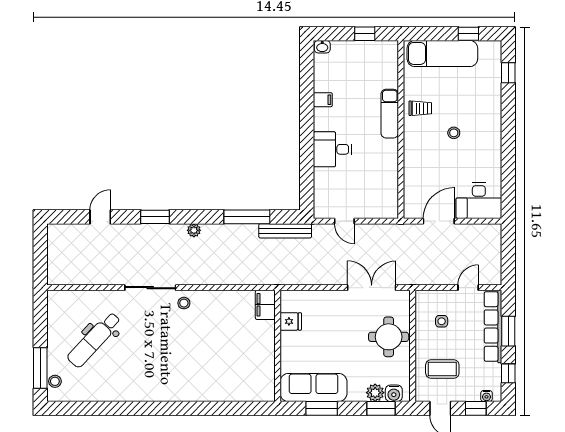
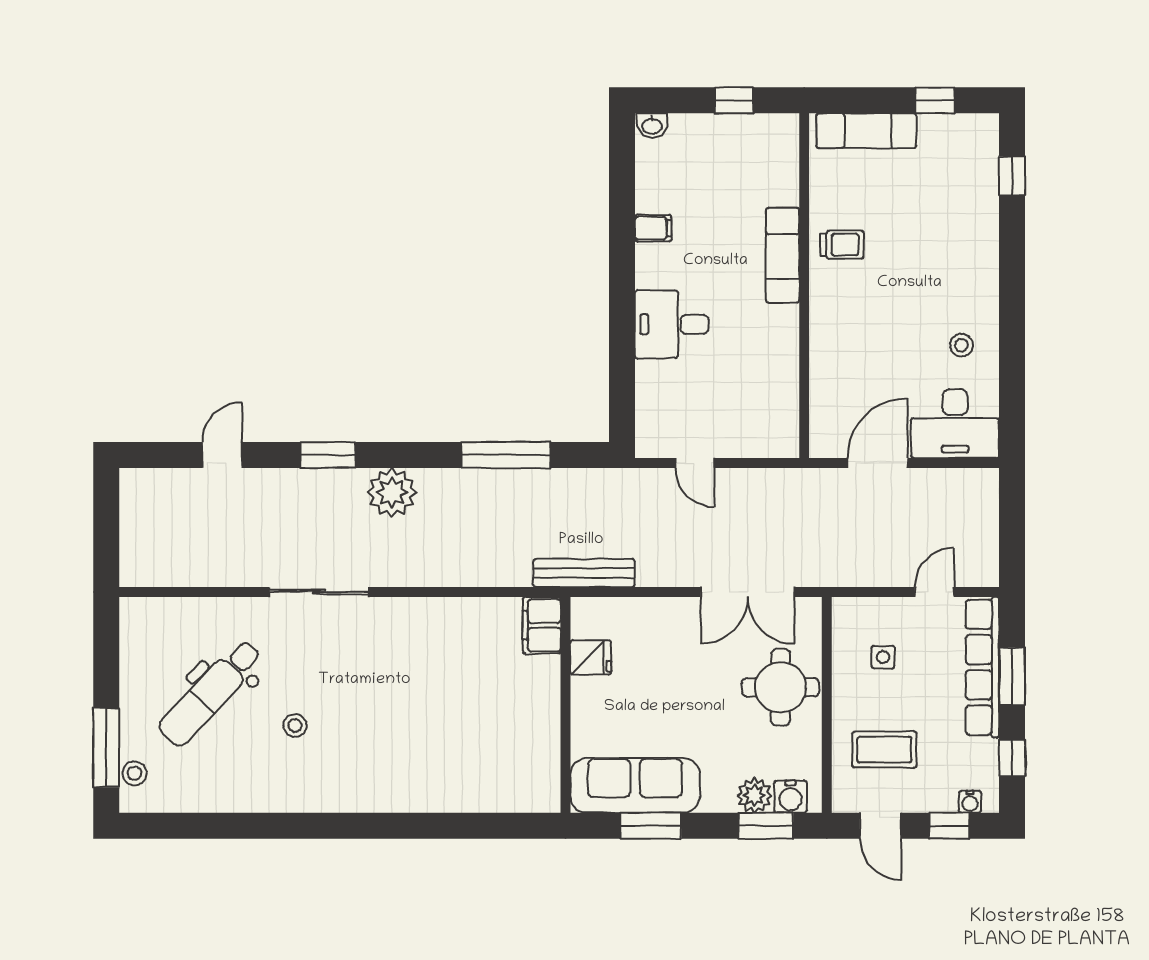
exam couch: (442, 53) -> (866, 131), width x0.73, depth x0.69
stool: (454, 133) -> (961, 345), moved
plant: (194, 230) -> (392, 493), width x1.87, depth x1.87
bench: (285, 231) -> (584, 573), moved
double door: (372, 288) -> (748, 592), swing flipped
stool: (184, 303) -> (295, 725), moved

